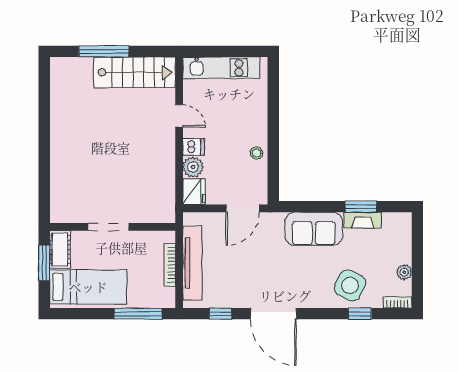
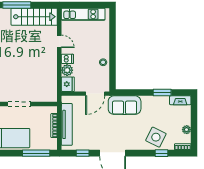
fireplace: (363, 220) -> (180, 100), moved
sofa: (314, 229) -> (125, 105), moved

